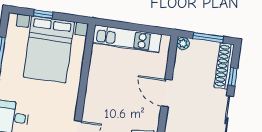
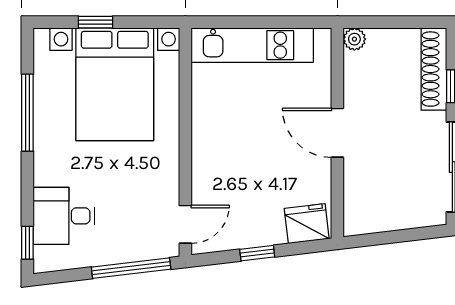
window: (208, 38) -> (398, 22), removed

